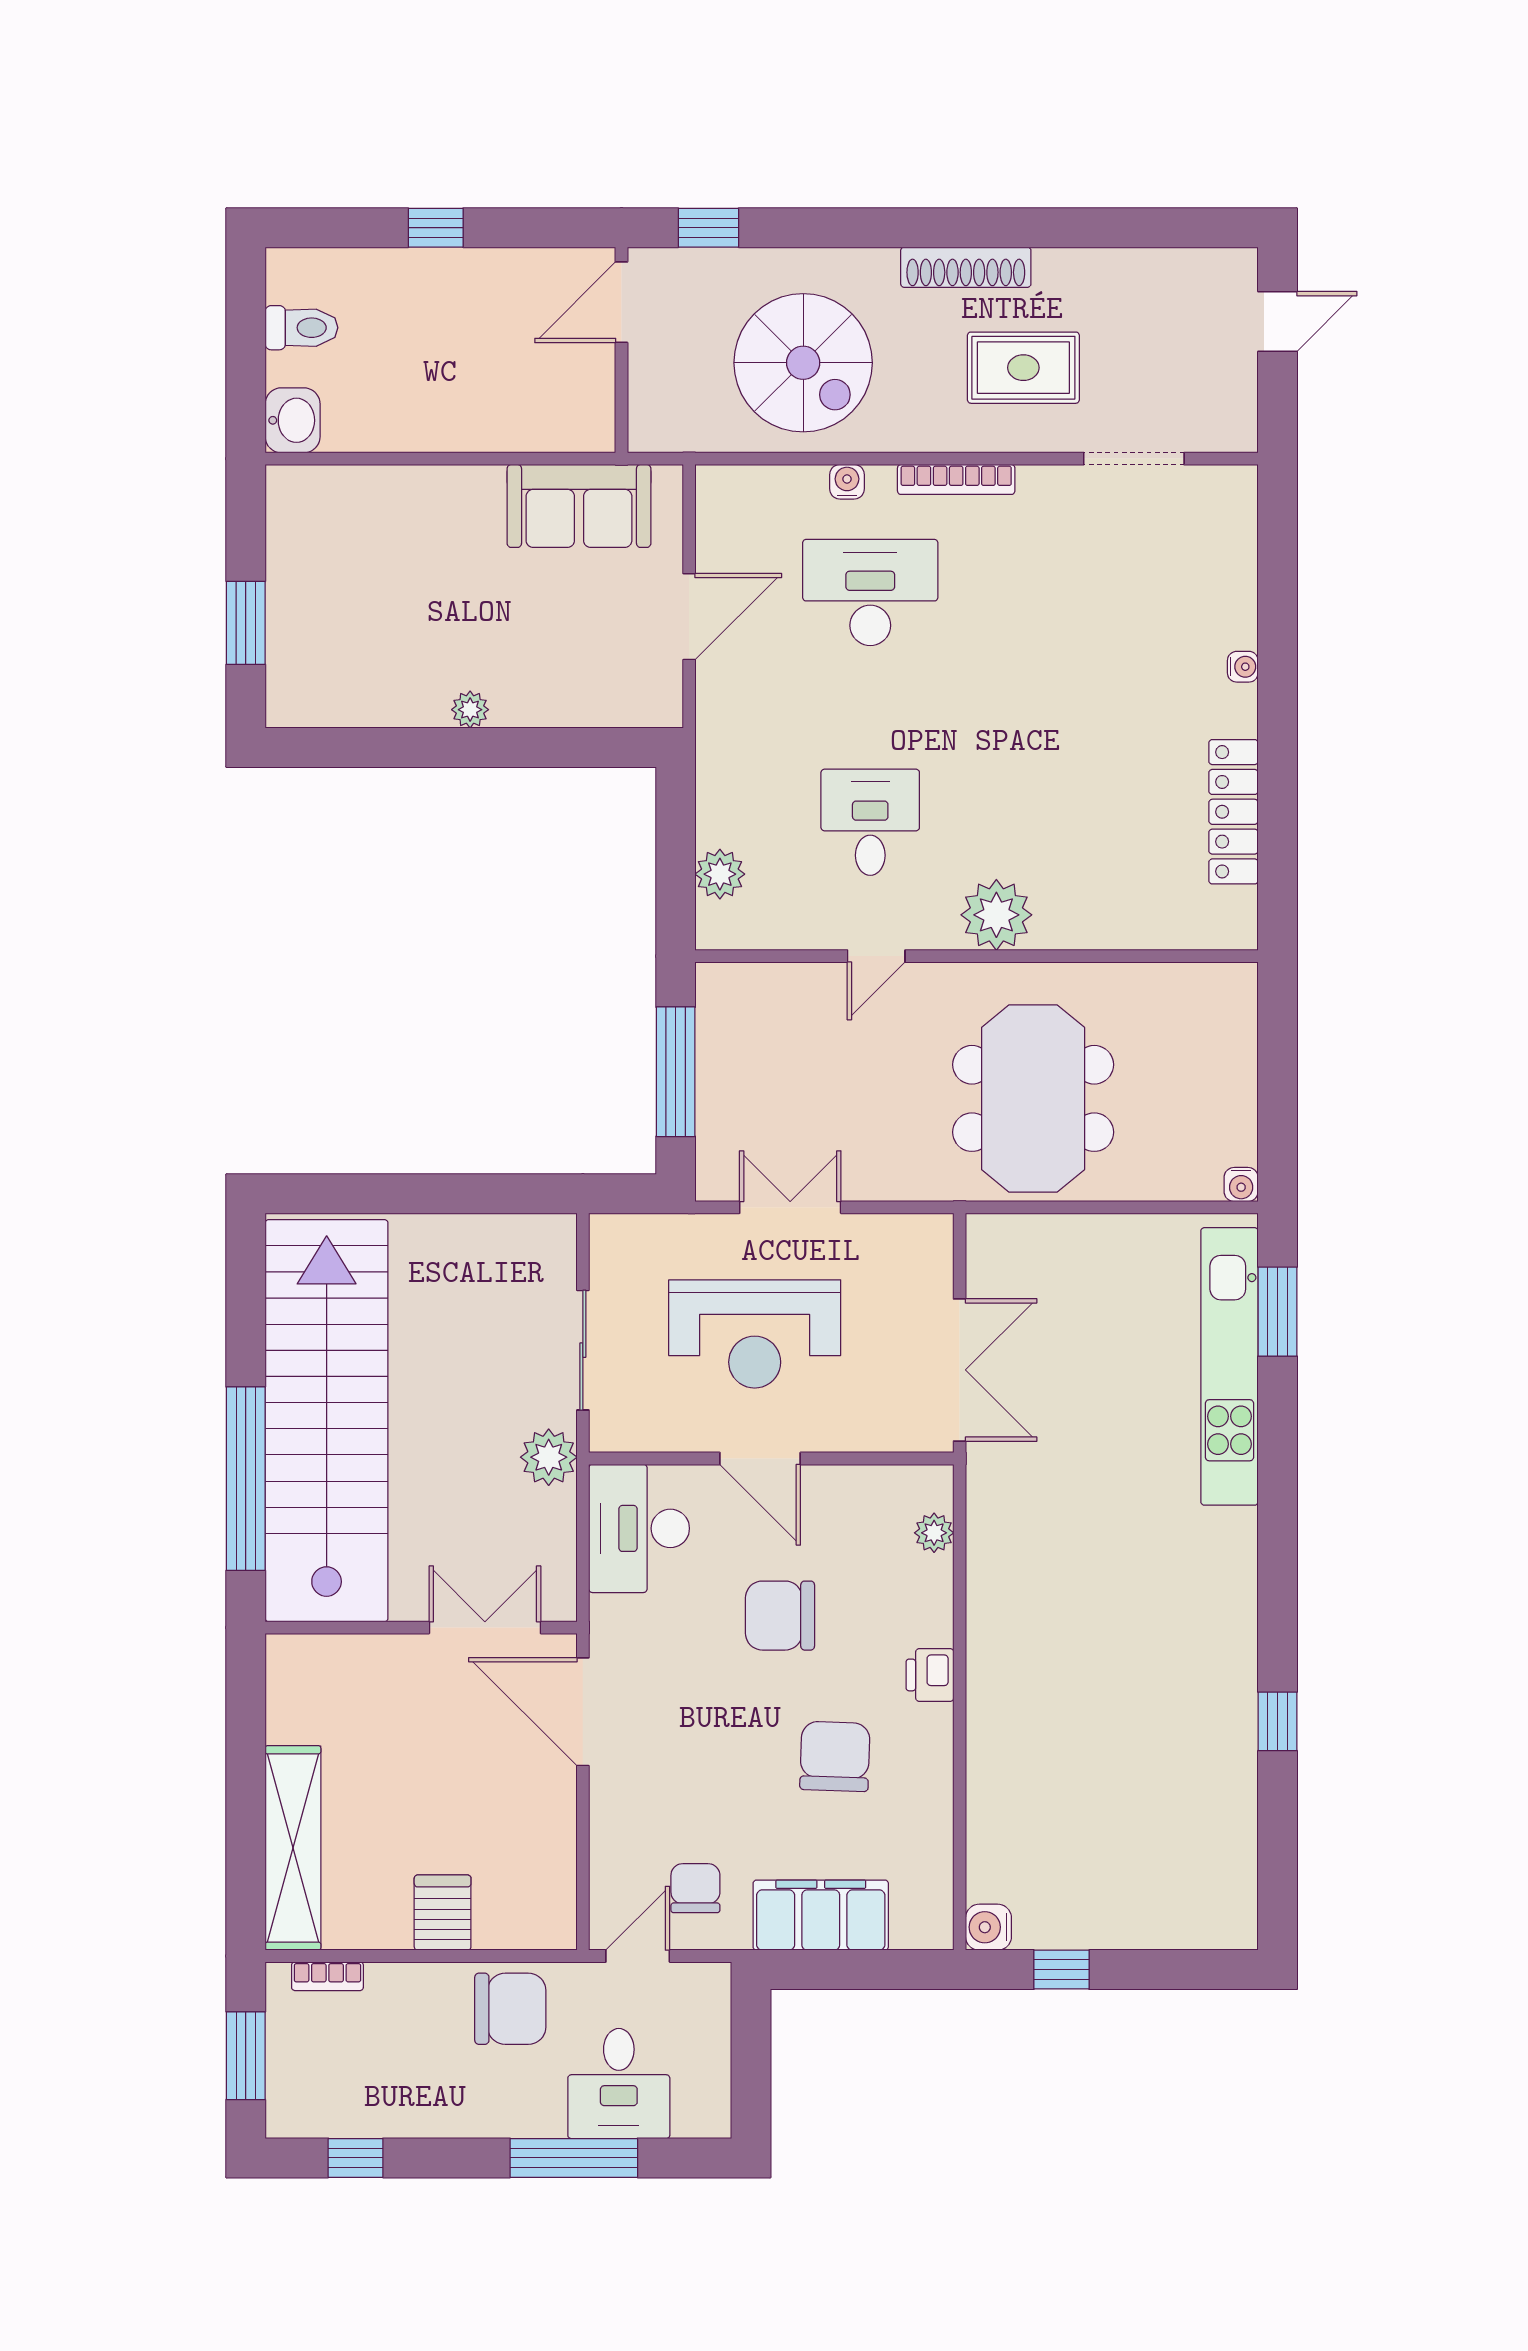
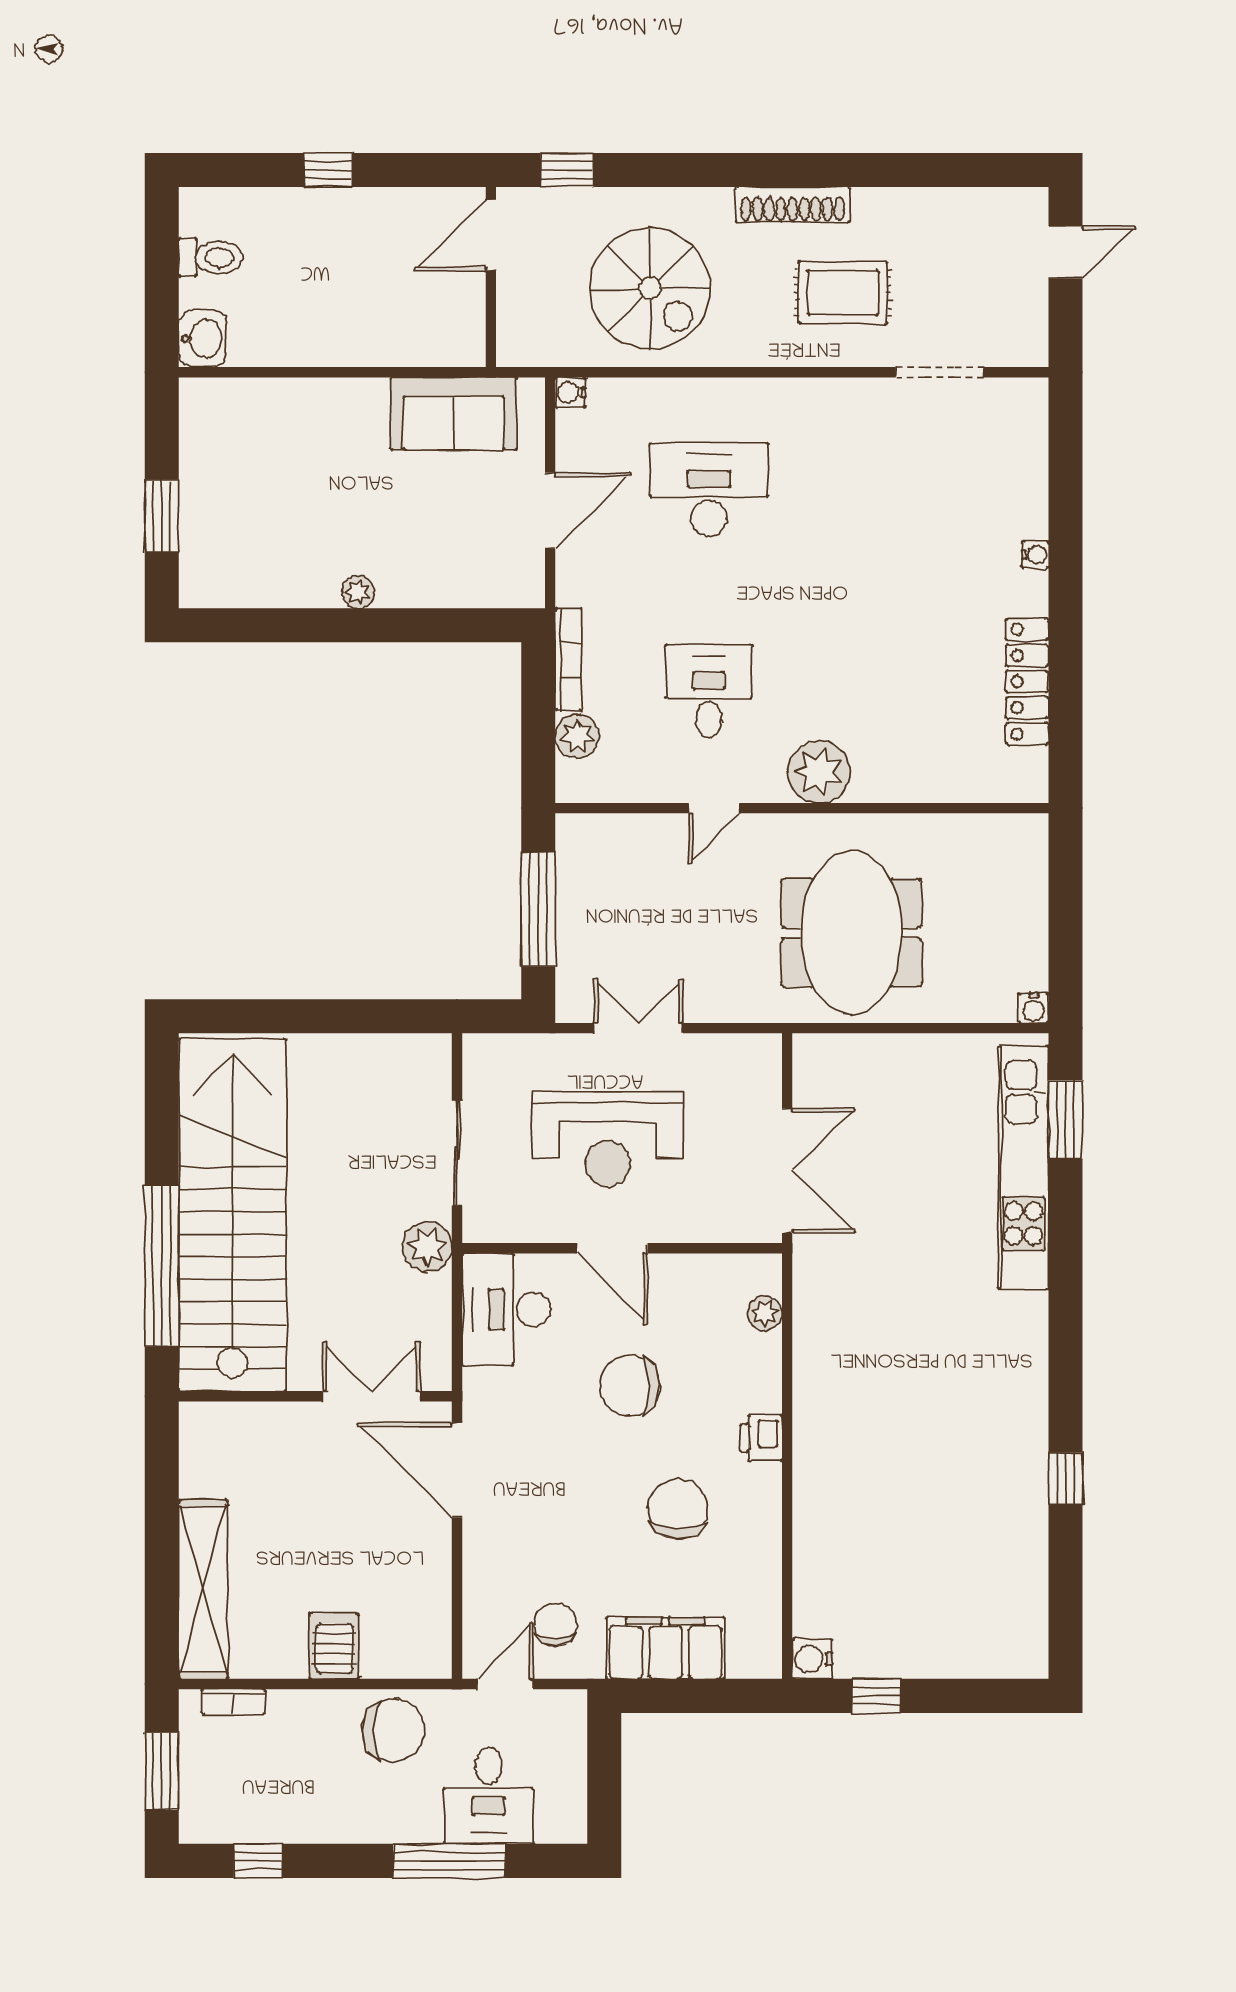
bookcase: (956, 479) -> (568, 660), moved, turned -90
water cooler: (847, 482) -> (570, 392), moved, turned -90

